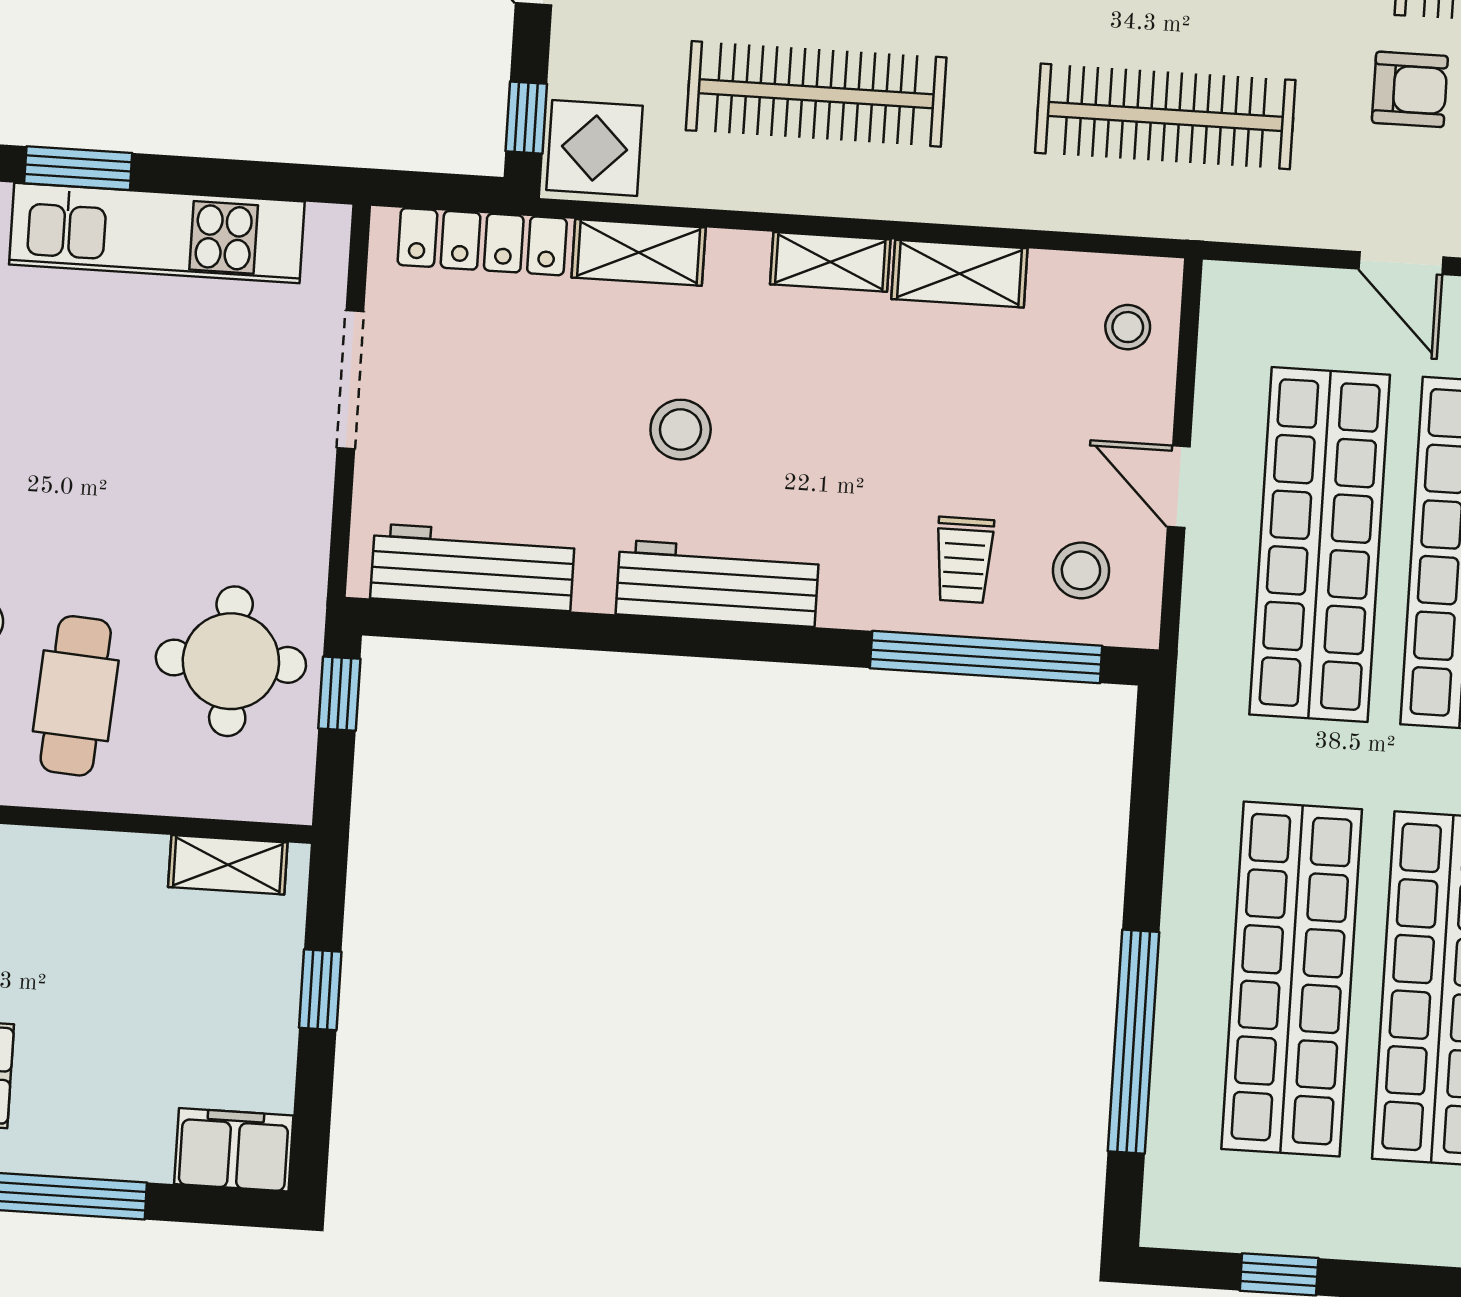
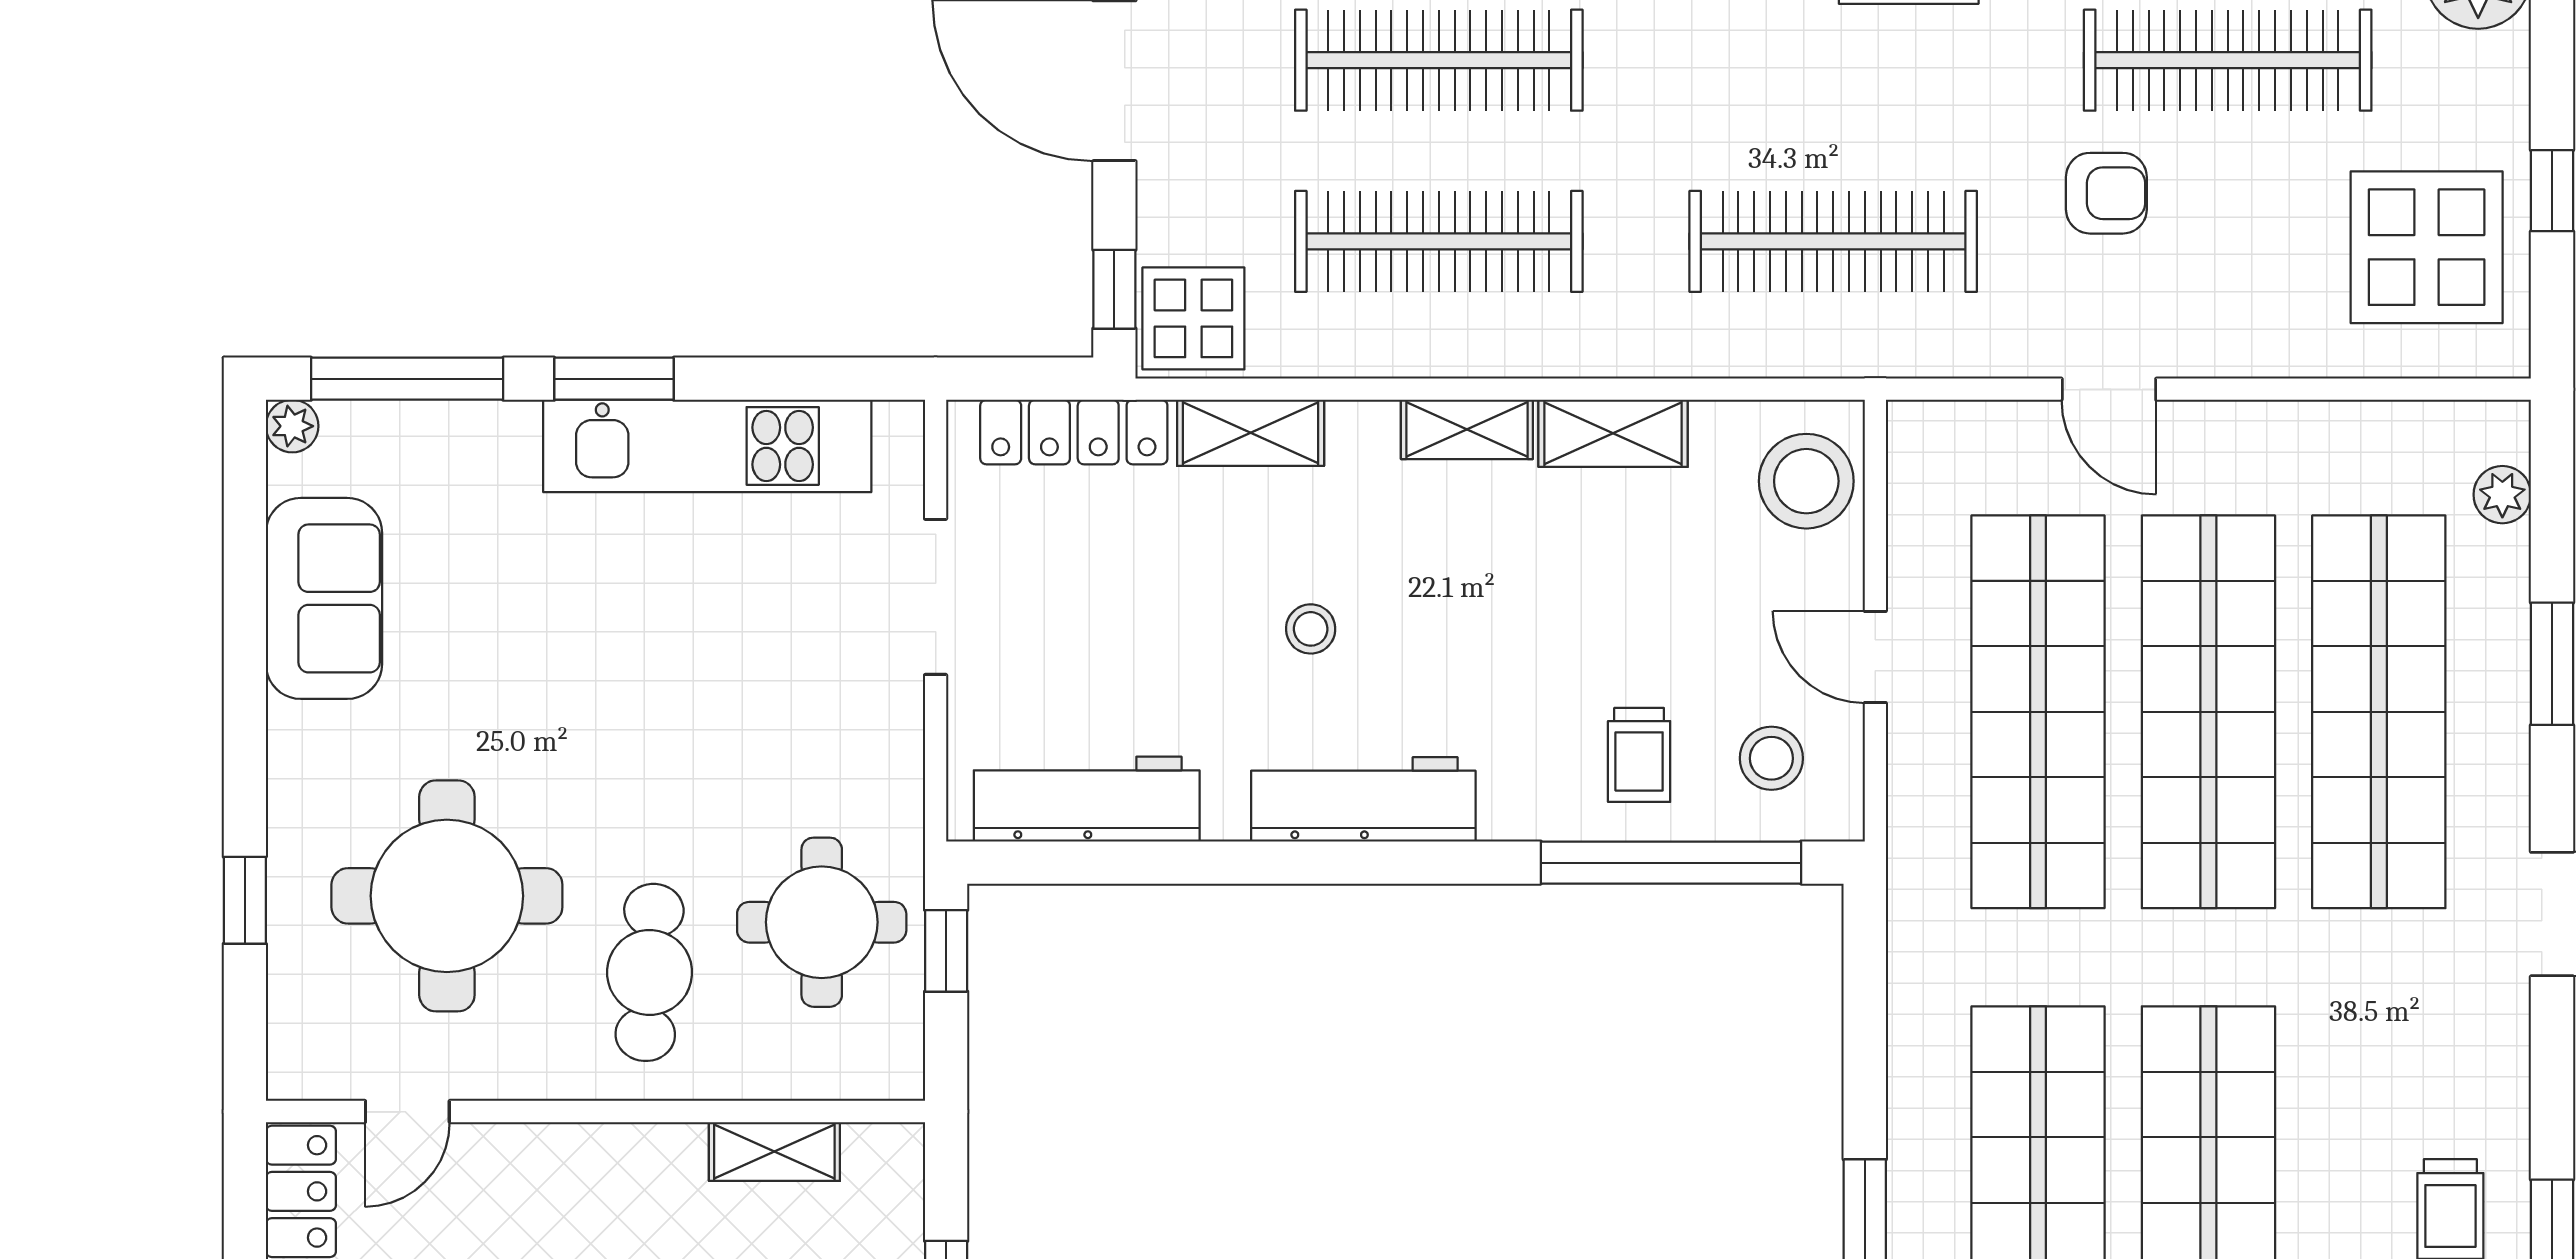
stool: (1128, 327) -> (1806, 481), width x1.89, depth x1.89
stool: (681, 430) -> (1311, 629), width x0.73, depth x0.73
shelving: (228, 865) -> (774, 1152), moved

